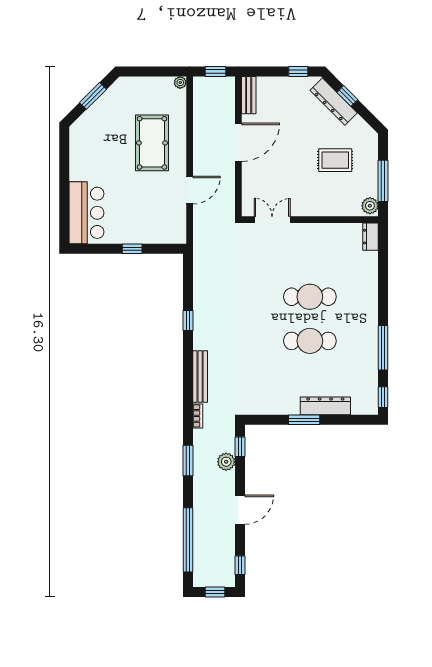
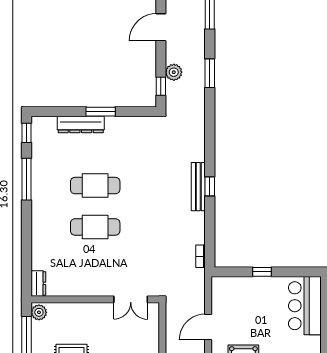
window: (188, 320) -> (210, 186), moved
bench: (200, 377) -> (198, 187), moved
bookcase: (198, 416) -> (201, 256), moved

